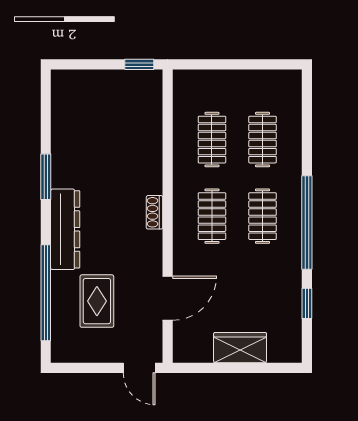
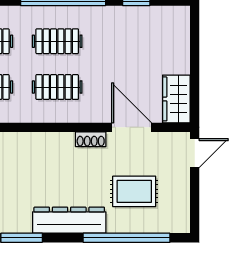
shoe rack: (154, 212) -> (91, 139), moved
wardrobe: (240, 348) -> (176, 99), moved

